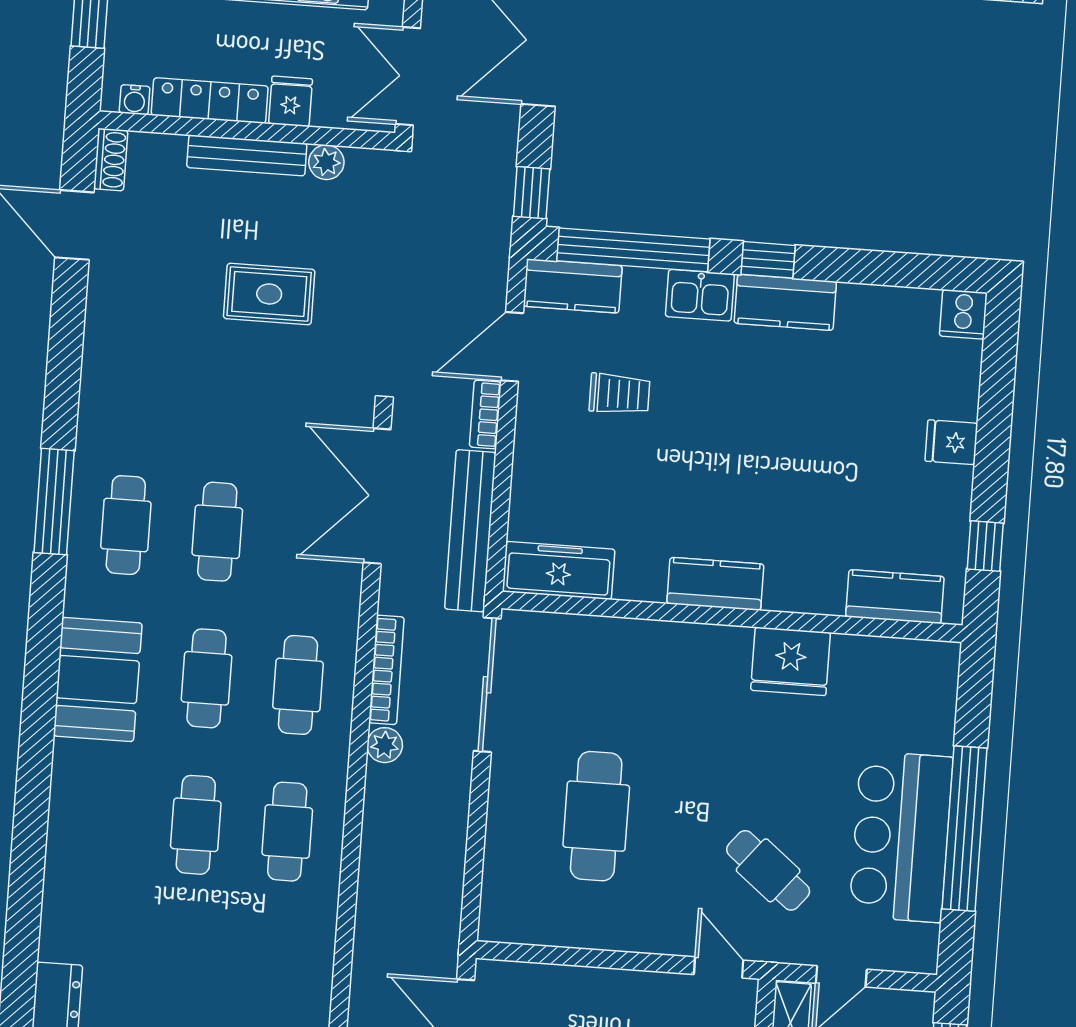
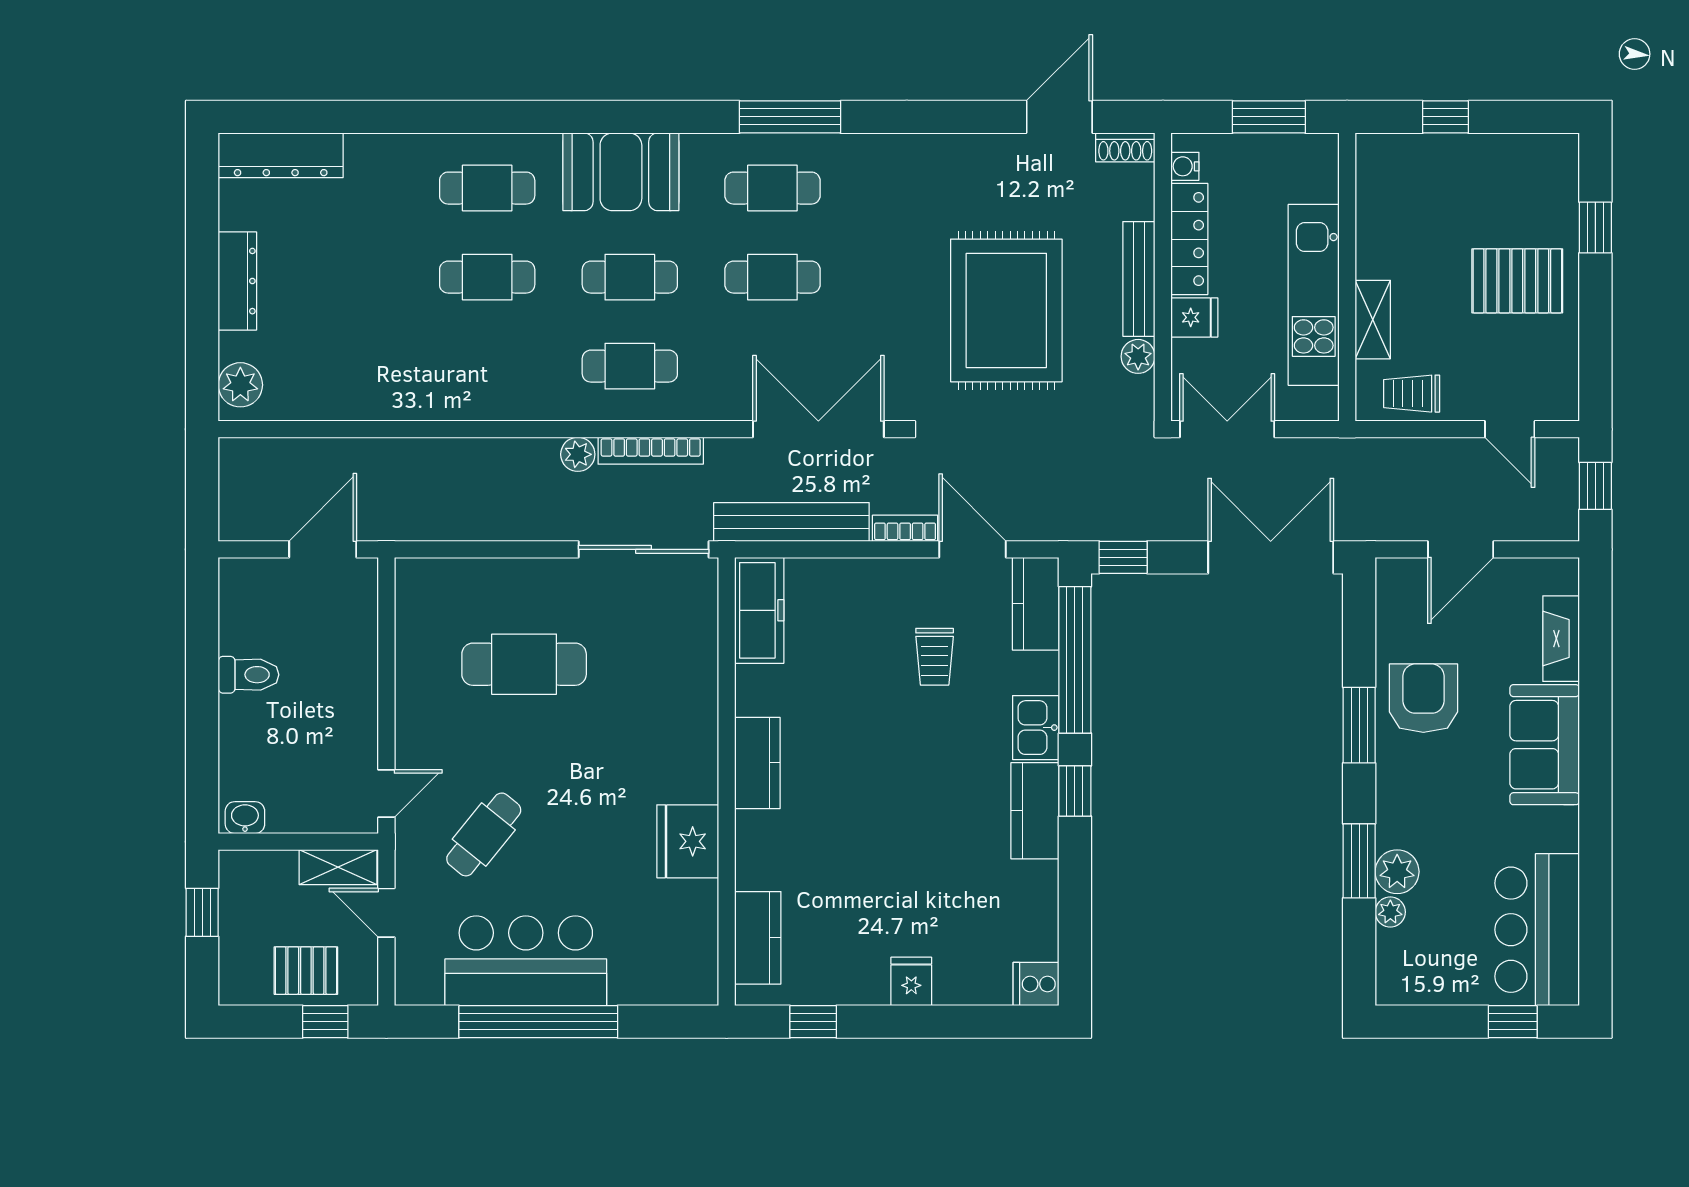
rug: (269, 294) -> (1006, 310), width x1.86, depth x2.06
cafe table: (287, 832) -> (487, 188), moved

